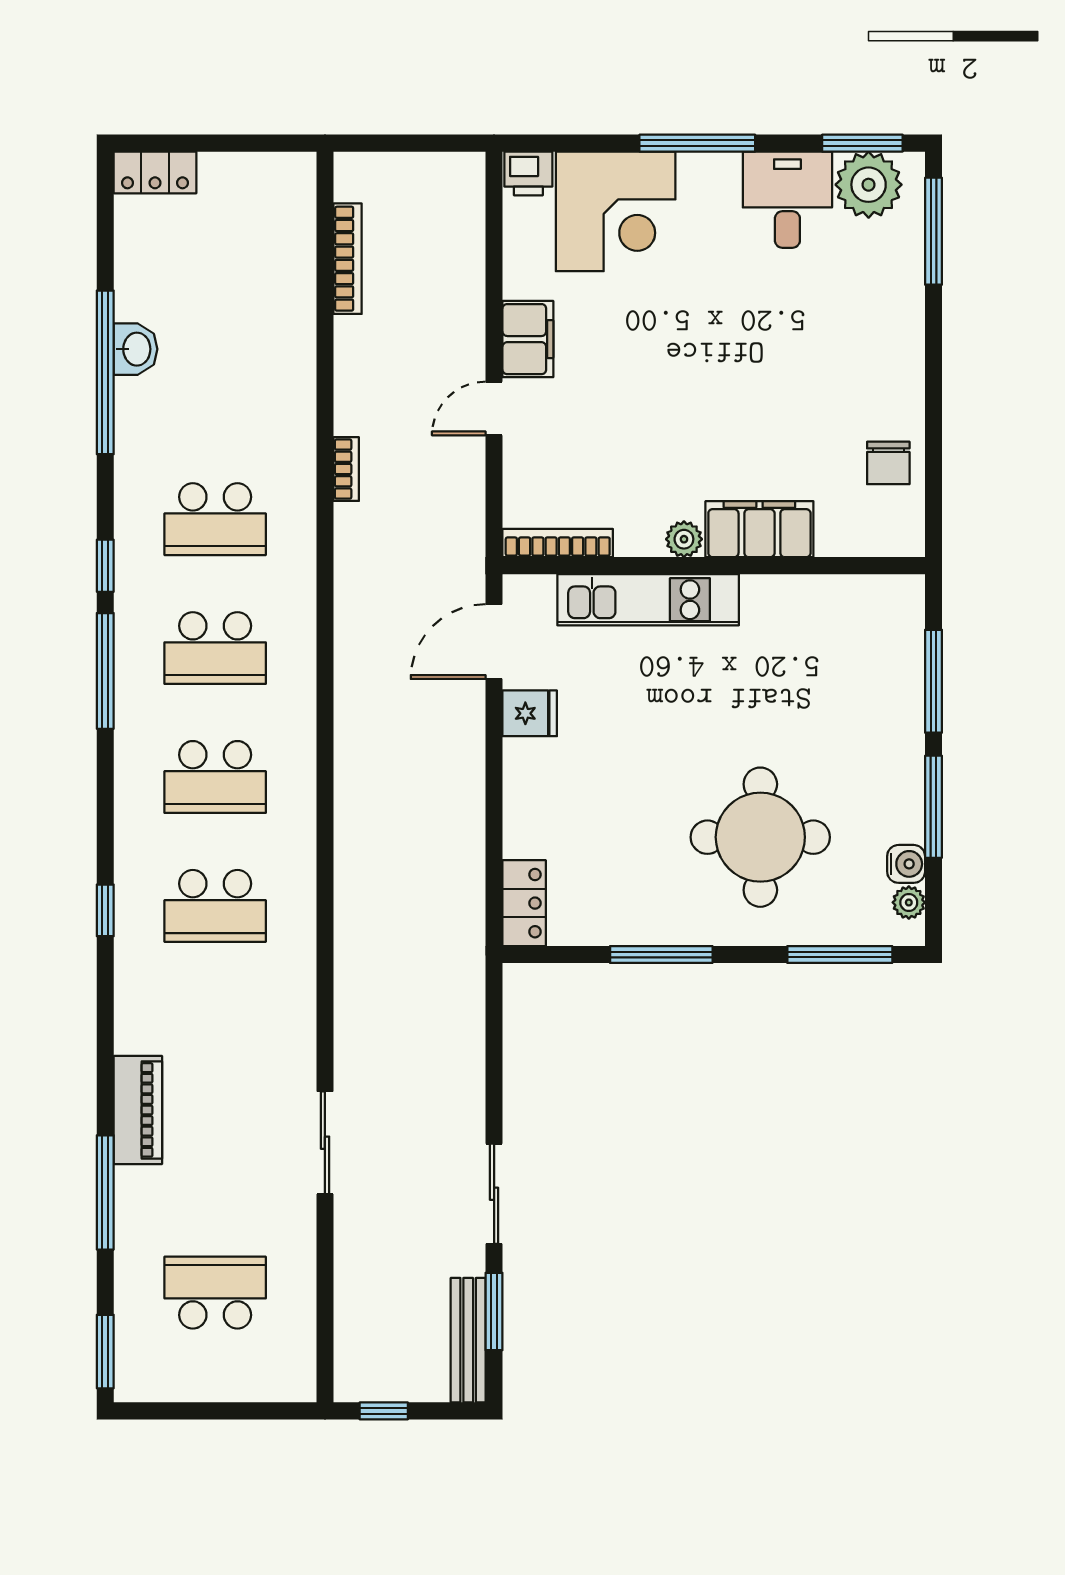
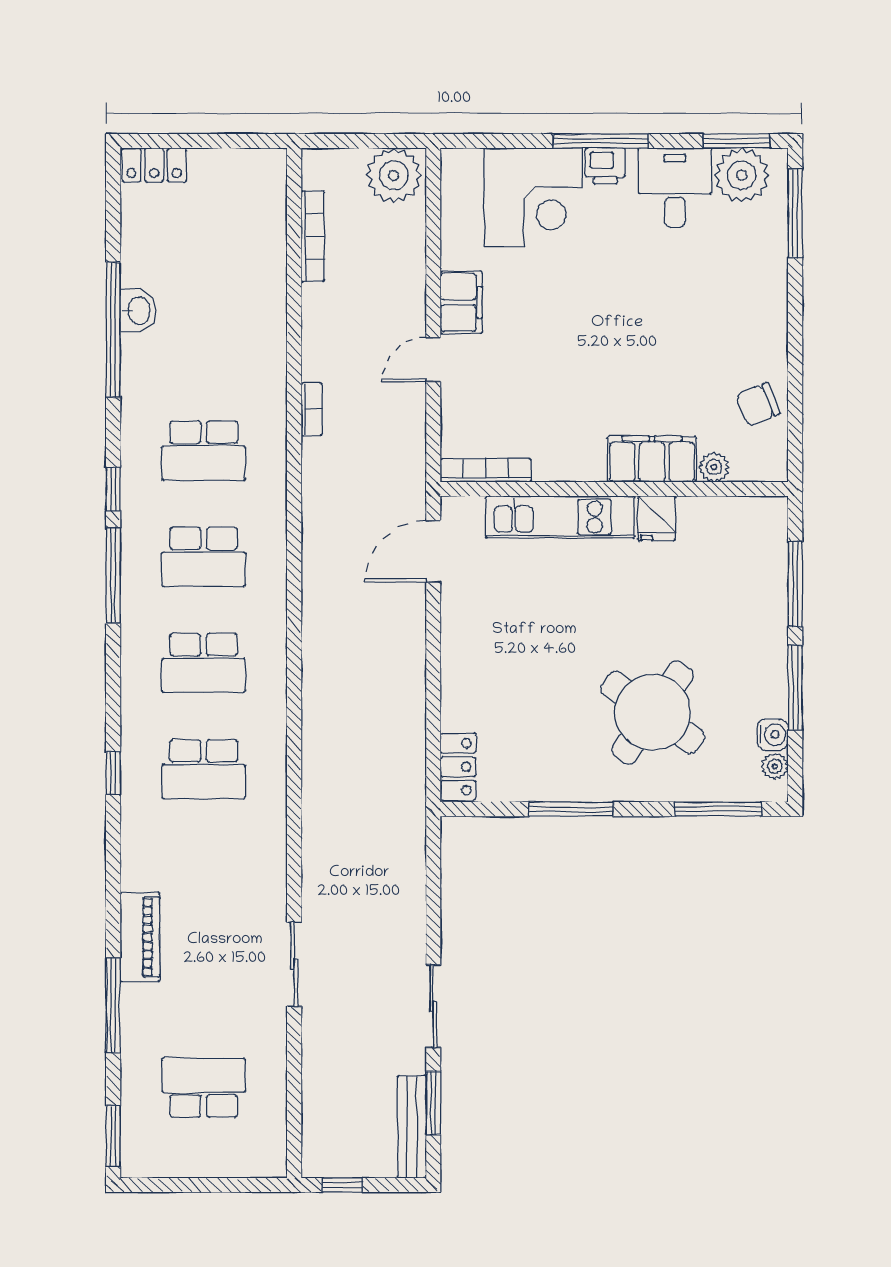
printer: (528, 173) -> (605, 166), moved
plant: (446, 185) -> (394, 175), added
chair: (888, 463) -> (758, 404), turned 68
plant: (684, 539) -> (714, 467), moved
fridge: (530, 713) -> (657, 518), moved, turned 90
round table: (760, 837) -> (653, 713), turned 35

